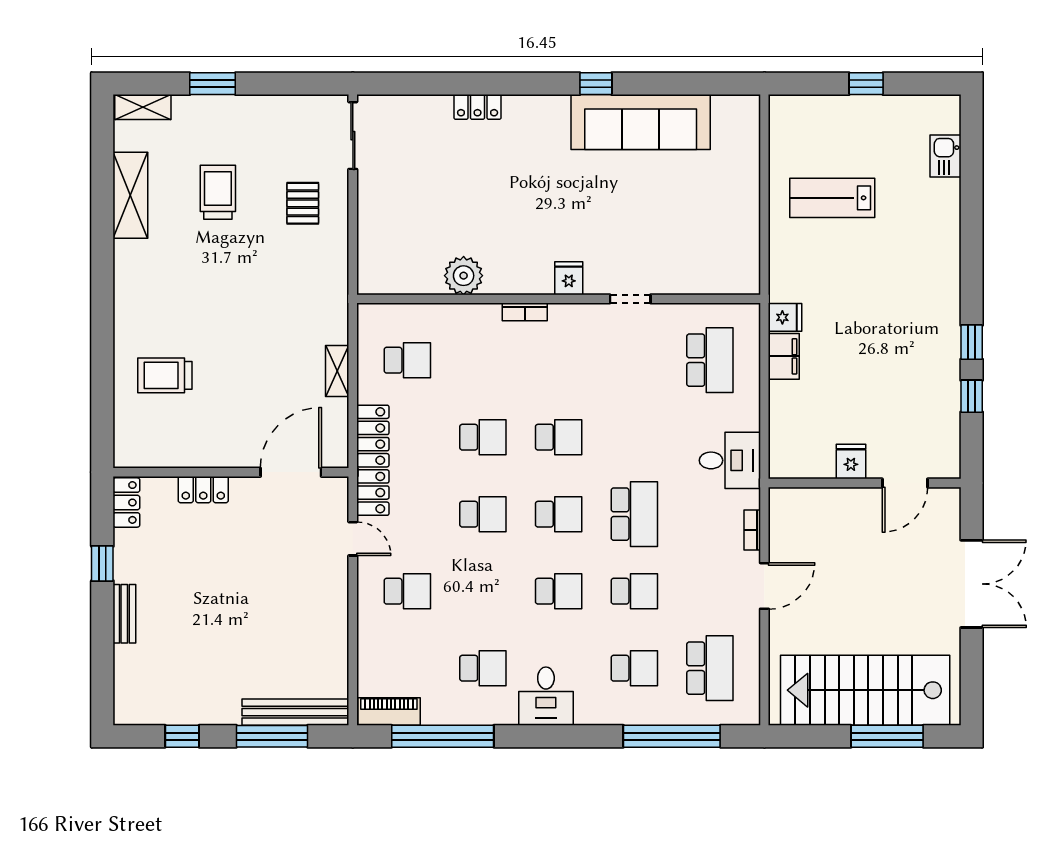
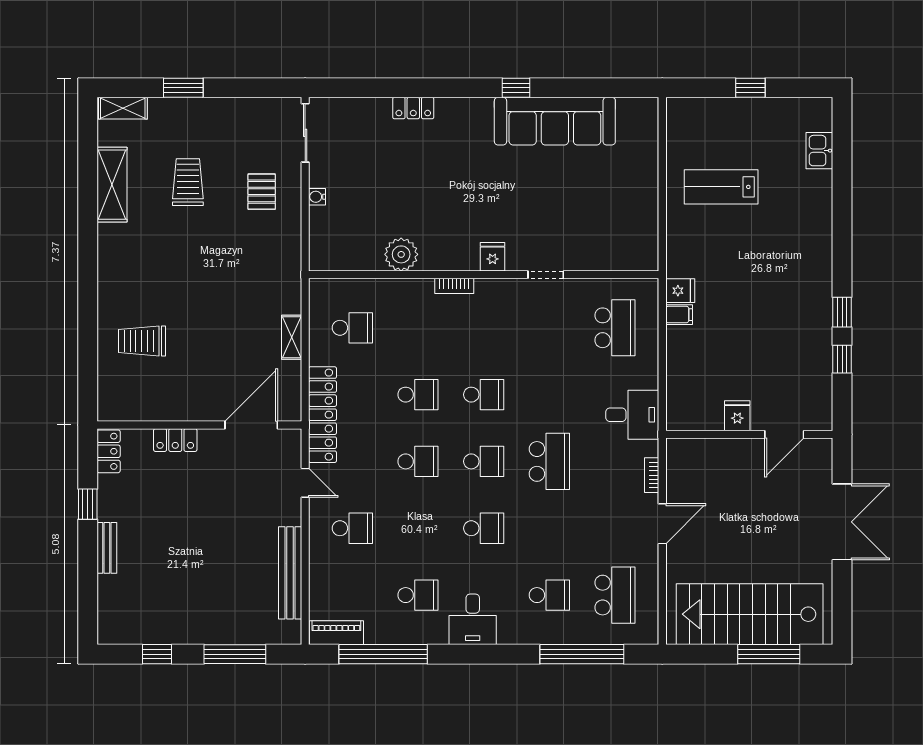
water cooler: (367, 209) -> (317, 197), added
filing cabinet: (784, 356) -> (679, 315), width x0.50
school desk: (634, 591) -> (549, 528), removed
bench: (295, 712) -> (290, 573), moved, turned 90

